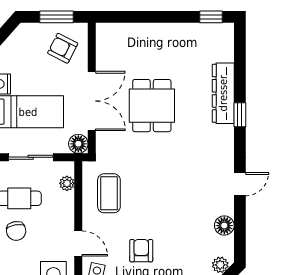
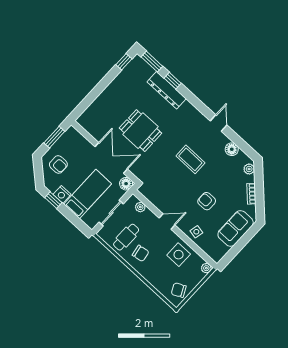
armchair: (63, 48) -> (58, 164), moved, turned -117
window: (240, 48) -> (152, 62), added
window: (240, 115) -> (173, 81), moved
coffee table: (109, 193) -> (190, 159), moved
door: (78, 243) -> (167, 221), moved

